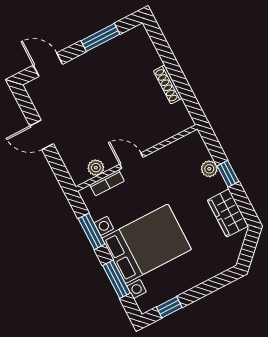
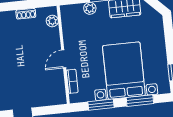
shoe rack: (168, 85) -> (26, 14), width x0.70
plant: (96, 168) -> (52, 21), moved

